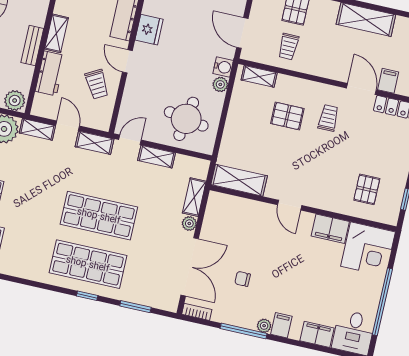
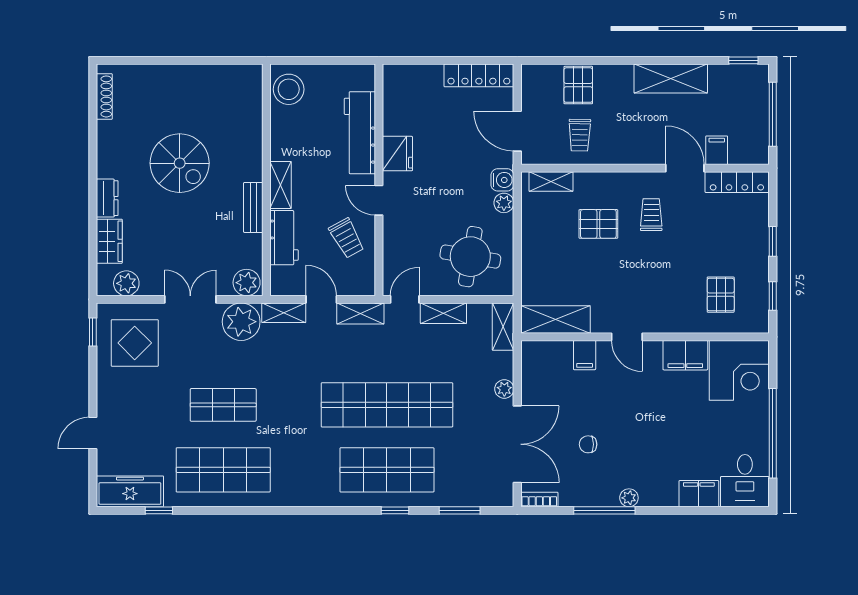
shelving: (194, 197) -> (503, 327), moved
shop shelf: (99, 216) -> (387, 405), width x1.40
filing cabinet: (281, 325) -> (585, 355), moved, turned 180

